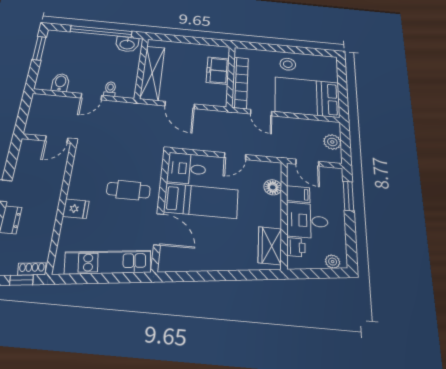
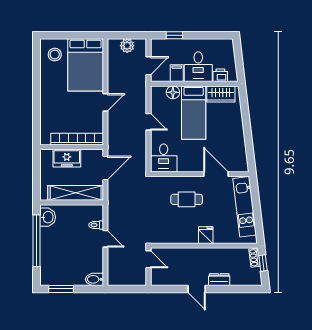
stool: (288, 64) -> (55, 55), moved
freezer: (218, 71) -> (67, 158), moved
wall: (231, 76) -> (72, 147), moved
bidet: (60, 83) -> (94, 279), moved
bookcase: (240, 83) -> (77, 139), moved
cafe table: (128, 190) -> (187, 199), turned 90
window: (348, 196) -> (174, 35), width x0.67
bed: (201, 201) -> (194, 113), moved, turned 180
door: (159, 229) -> (216, 174), hinge flipped
plant: (333, 262) -> (229, 49), removed

